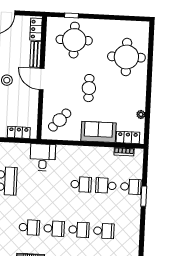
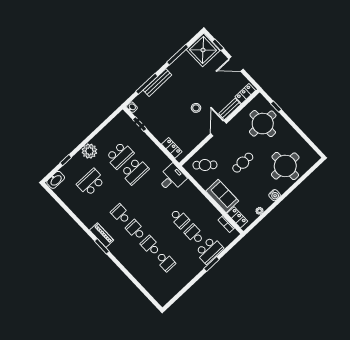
water cooler: (141, 90) -> (275, 195), added
school desk: (131, 187) -> (209, 250), width x1.85
school desk: (29, 227) -> (121, 214), turned 180
school desk: (54, 229) -> (136, 230), turned 180
school desk: (79, 230) -> (151, 246), turned 180

